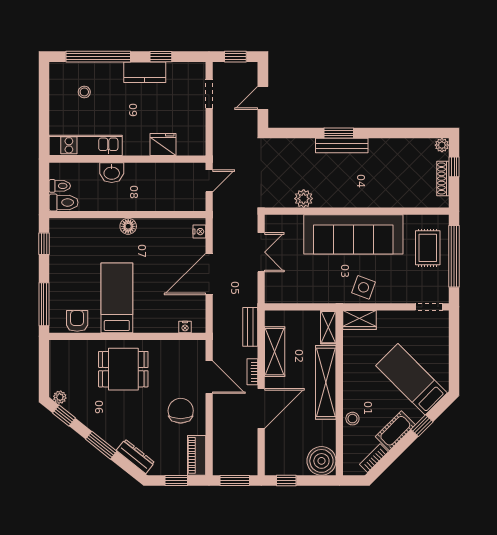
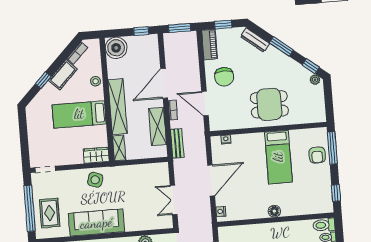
sofa: (353, 234) -> (96, 223), width x0.74, depth x0.79
armchair: (77, 321) -> (317, 155), moved
bed: (411, 379) -> (79, 114), moved, turned 135

